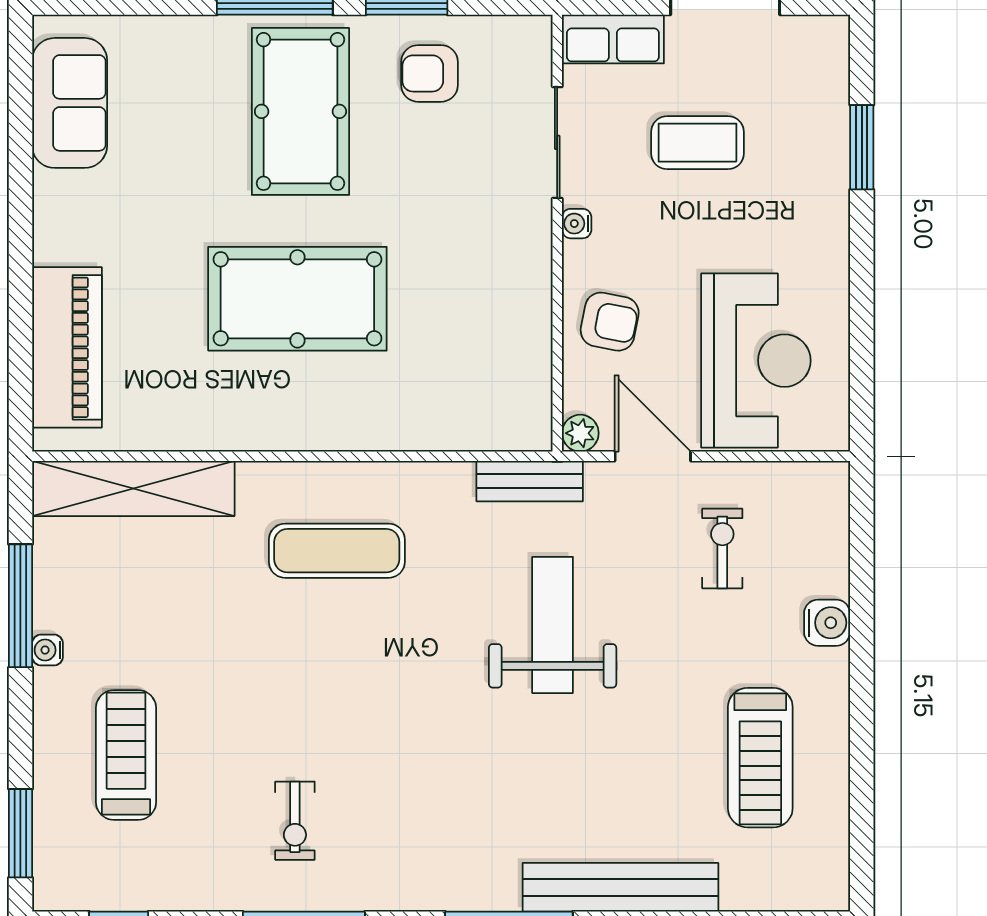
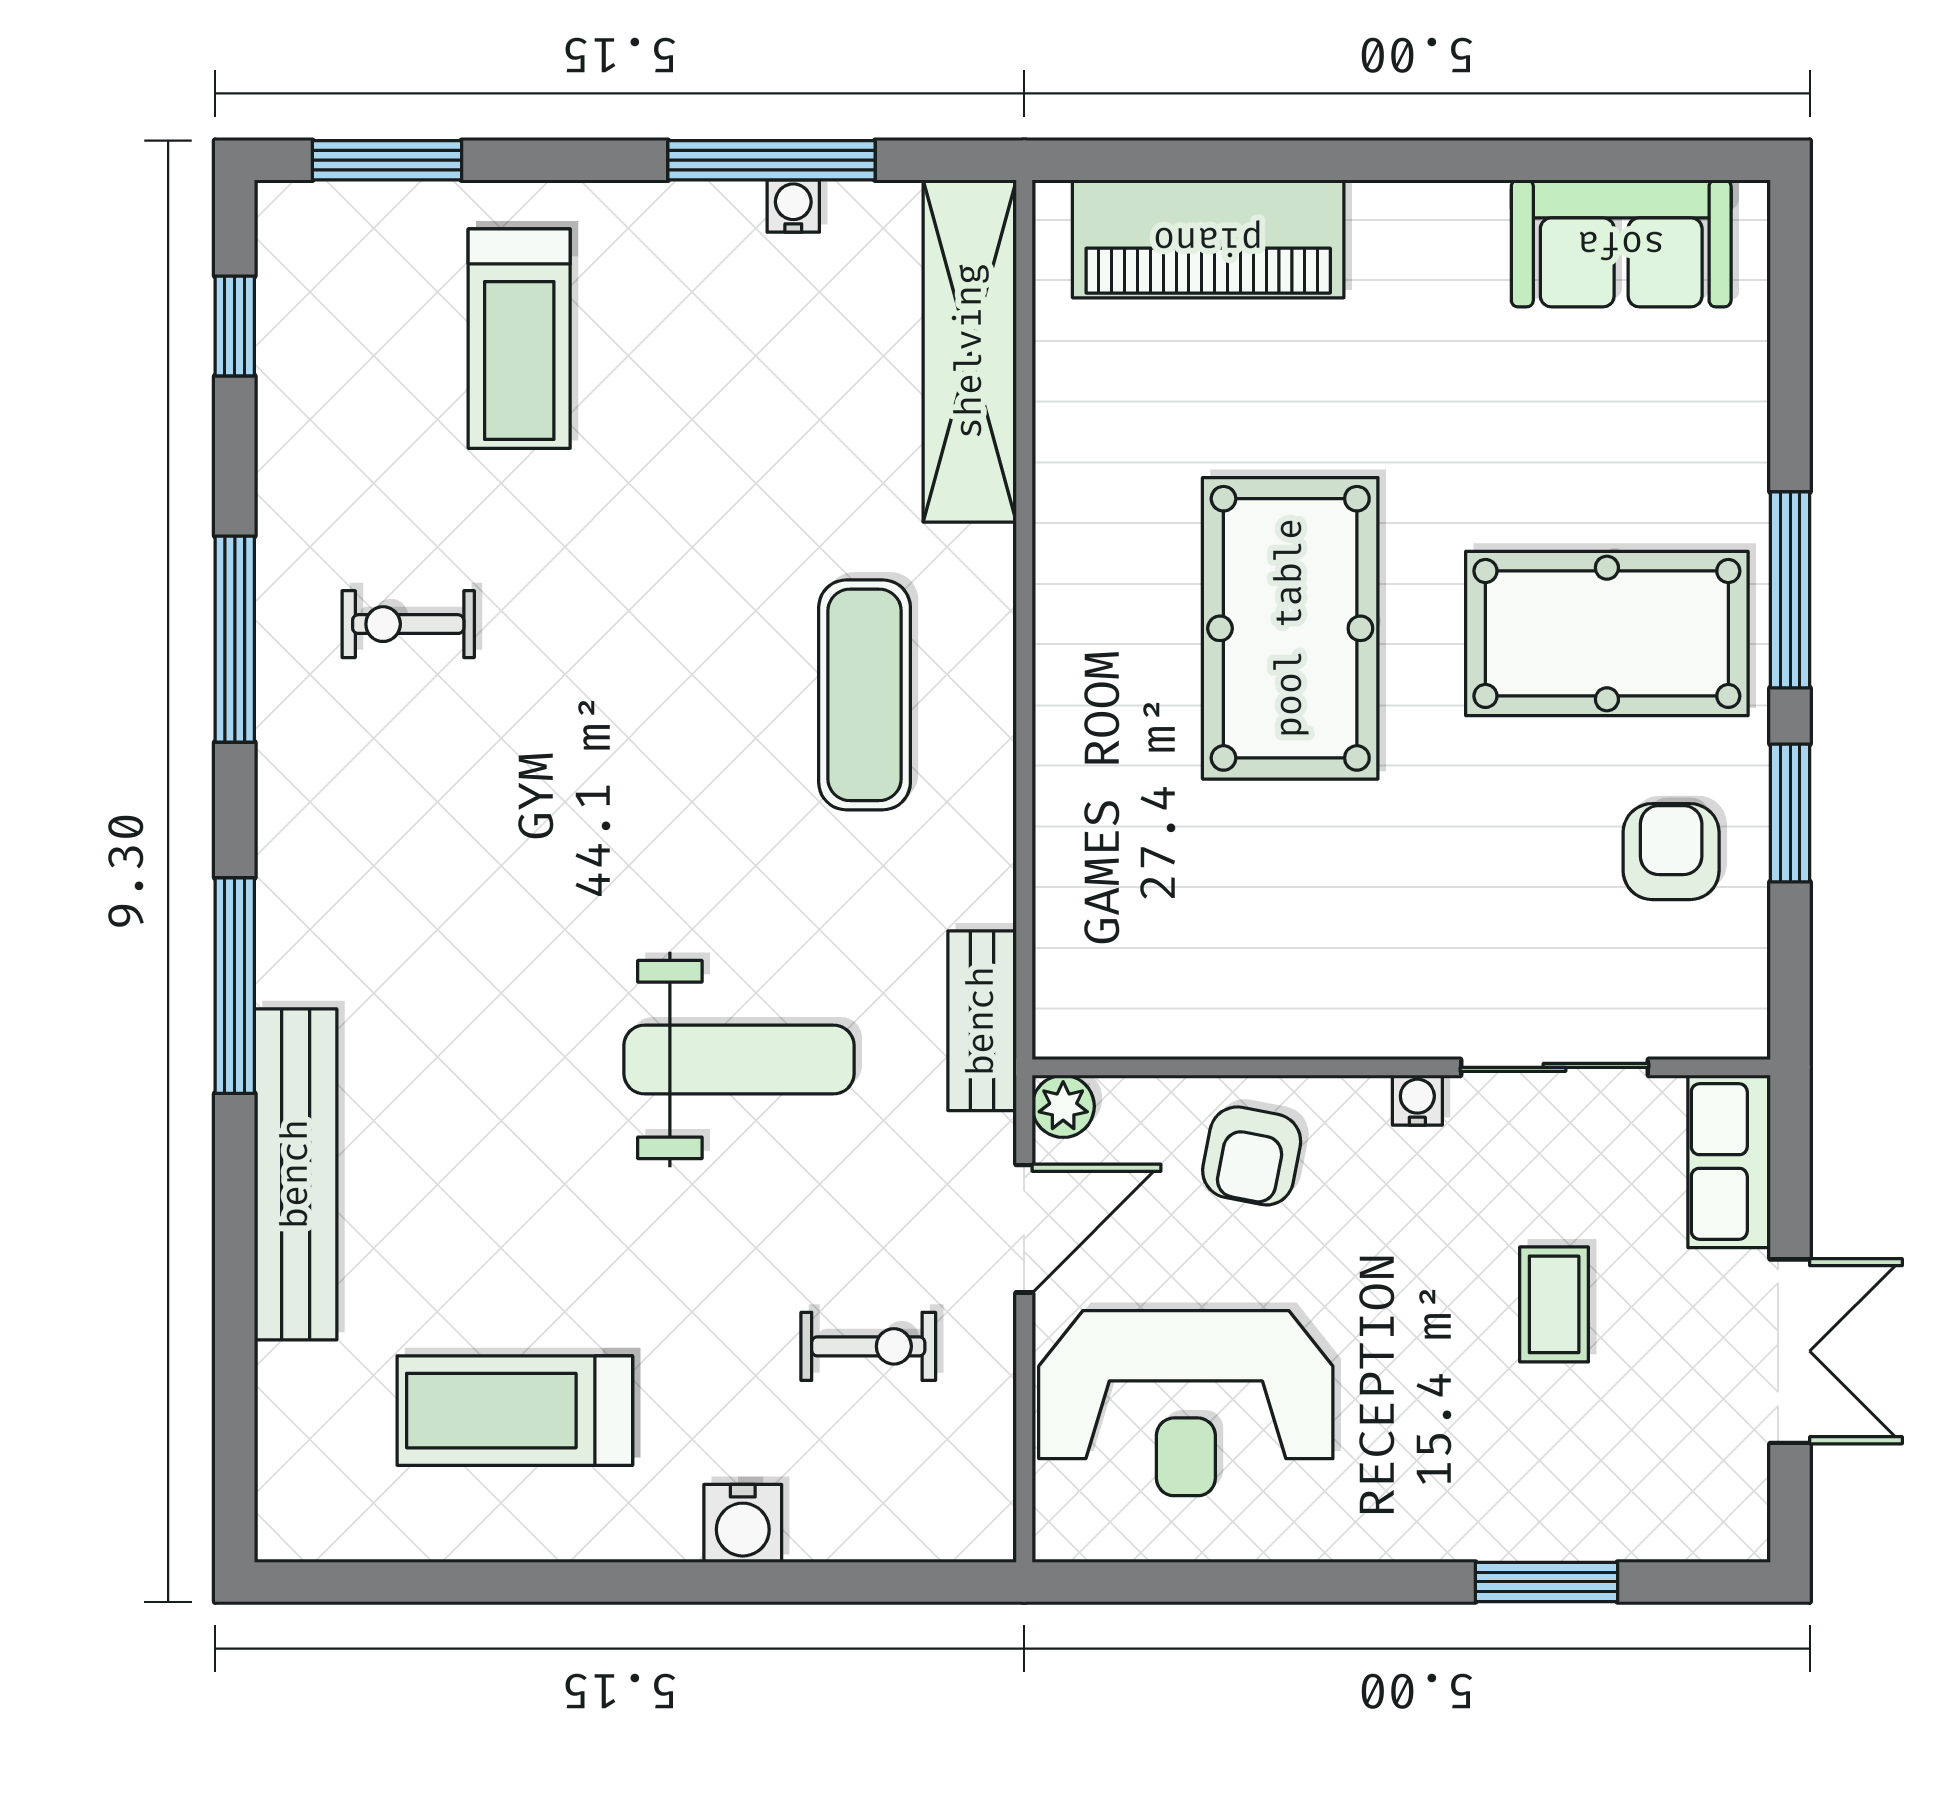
coffee table: (697, 143) -> (1554, 1304), width x0.73, depth x0.77
water cooler: (48, 650) -> (793, 206), moved
treadmill: (126, 755) -> (519, 339), turned 90

